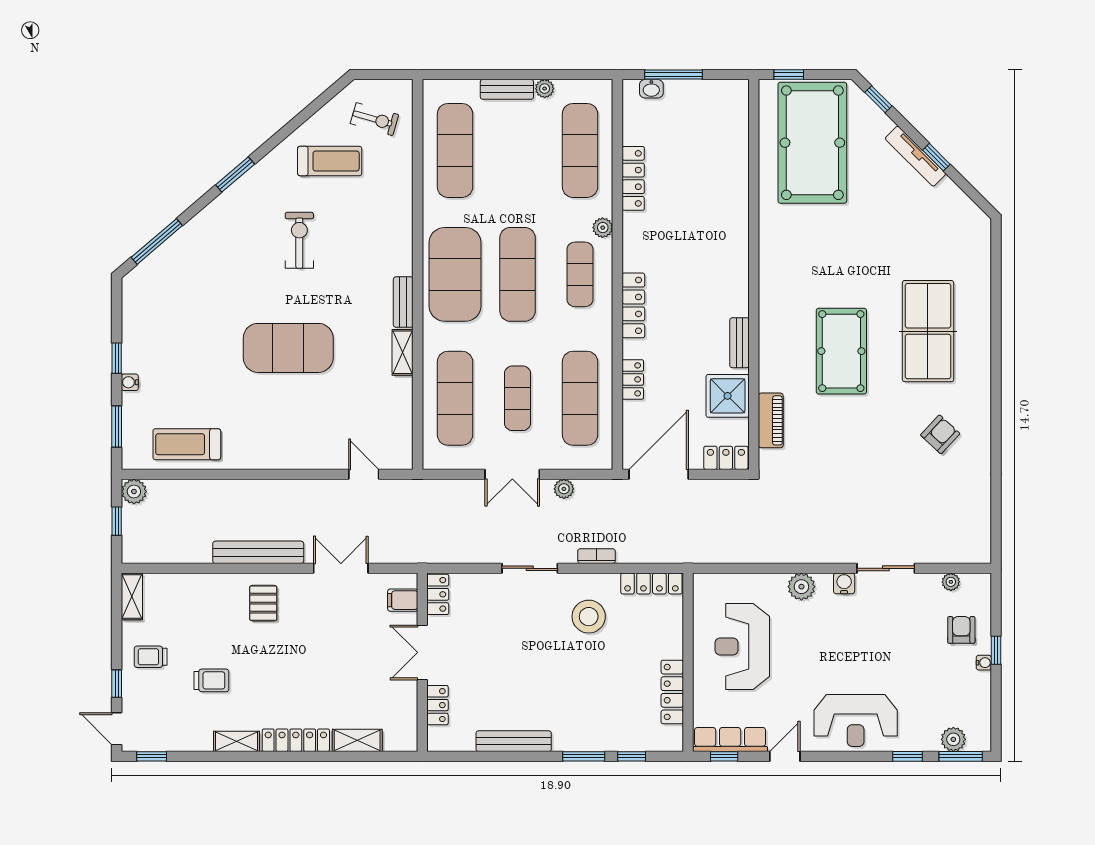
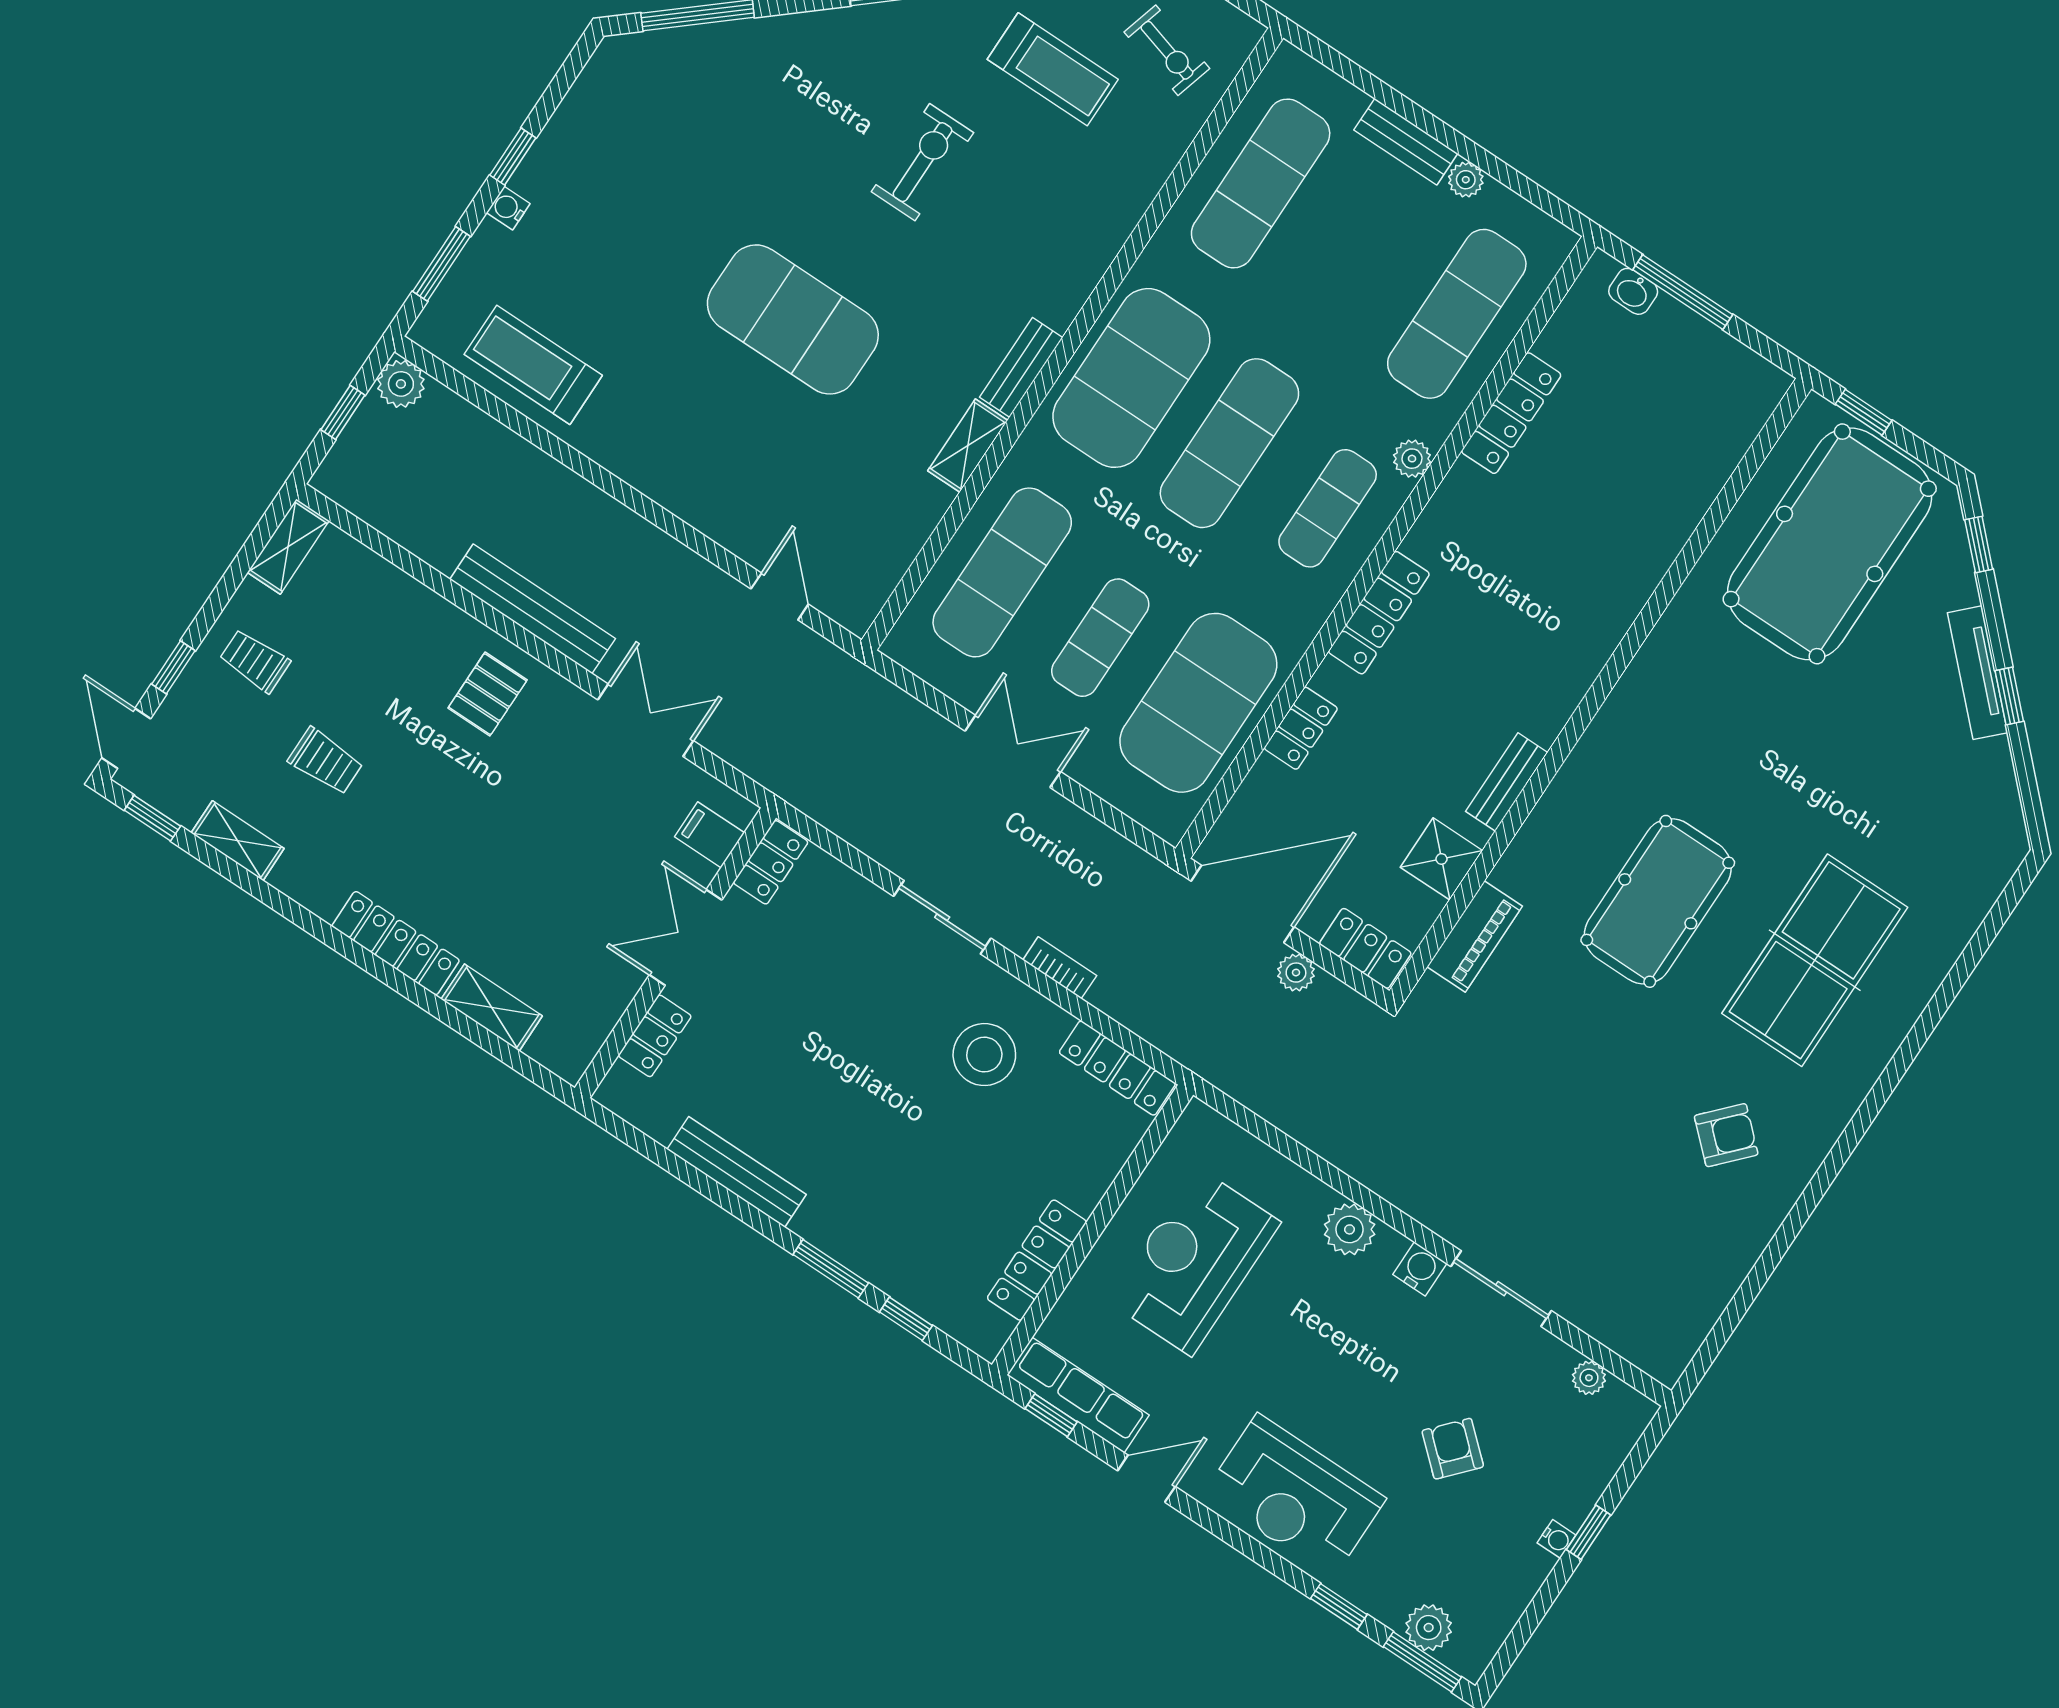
shower: (728, 396) -> (1441, 859), width x0.73, depth x0.73
exercise mat: (580, 398) -> (1198, 703), width x1.47
double door: (512, 474) -> (1013, 751), swing flipped
plant: (564, 489) -> (1296, 973), moved
armchair: (961, 630) -> (1453, 1449), moved, turned -48
shelving: (236, 741) -> (238, 841), moved

